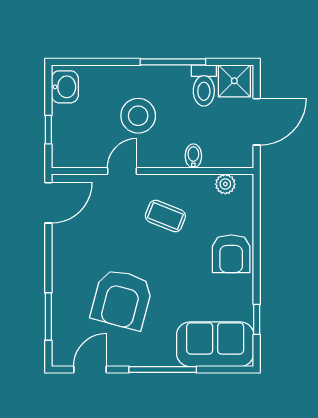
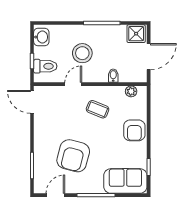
toilet: (204, 85) -> (45, 66), moved, turned -90
door: (48, 203) -> (32, 102), swing flipped

